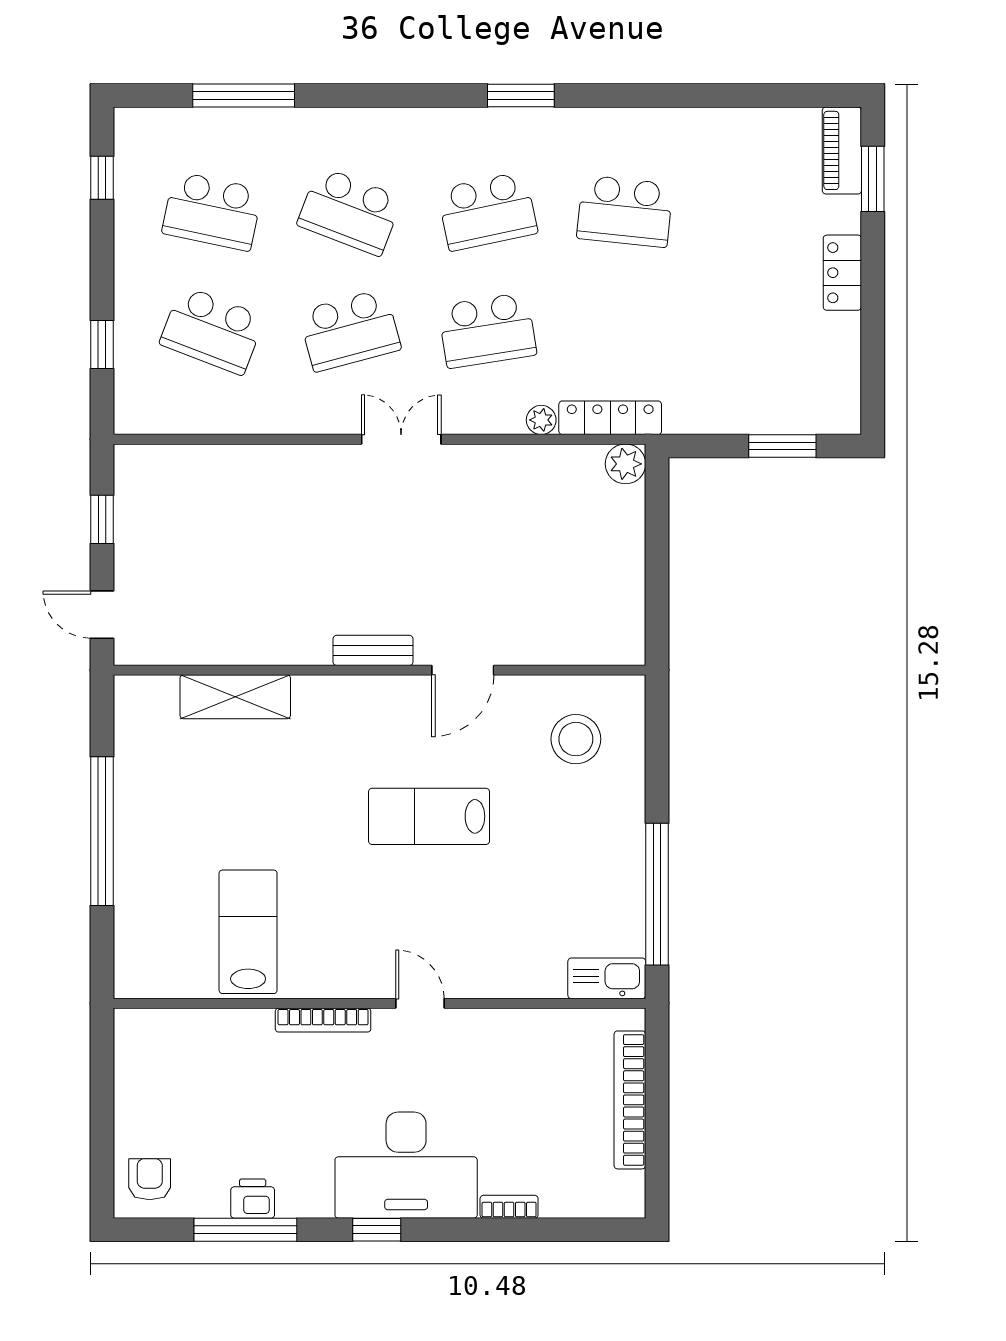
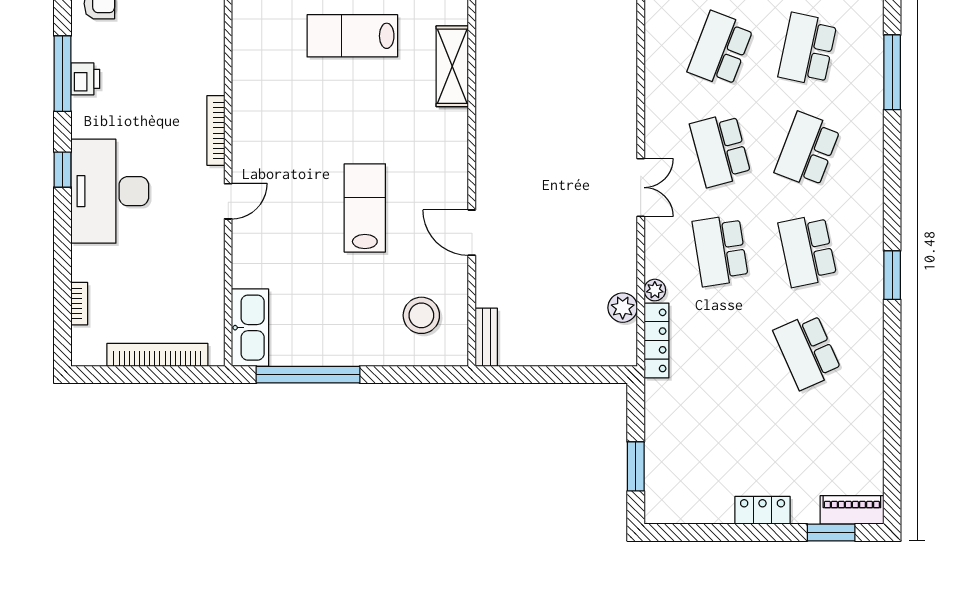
school desk: (625, 211) -> (807, 351), turned -30
plant: (625, 464) -> (623, 308), moved
bench: (373, 650) -> (486, 337), moved
lab bench: (248, 932) -> (352, 36), moved, turned 180
kitchen sink: (607, 978) -> (250, 328), width x1.36, depth x1.24
bookcase: (509, 1207) -> (79, 304), moved

